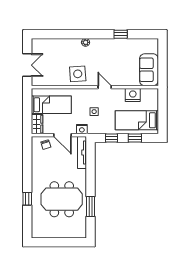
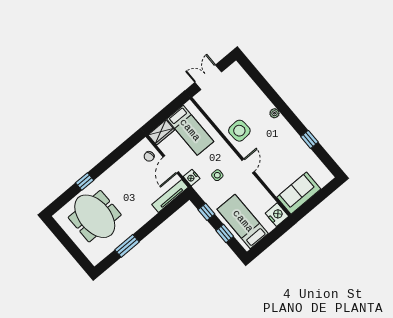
double door: (27, 65) -> (208, 77), swing flipped
nightstand: (133, 95) -> (277, 215), moved
meeting table: (62, 199) -> (95, 216), moved

